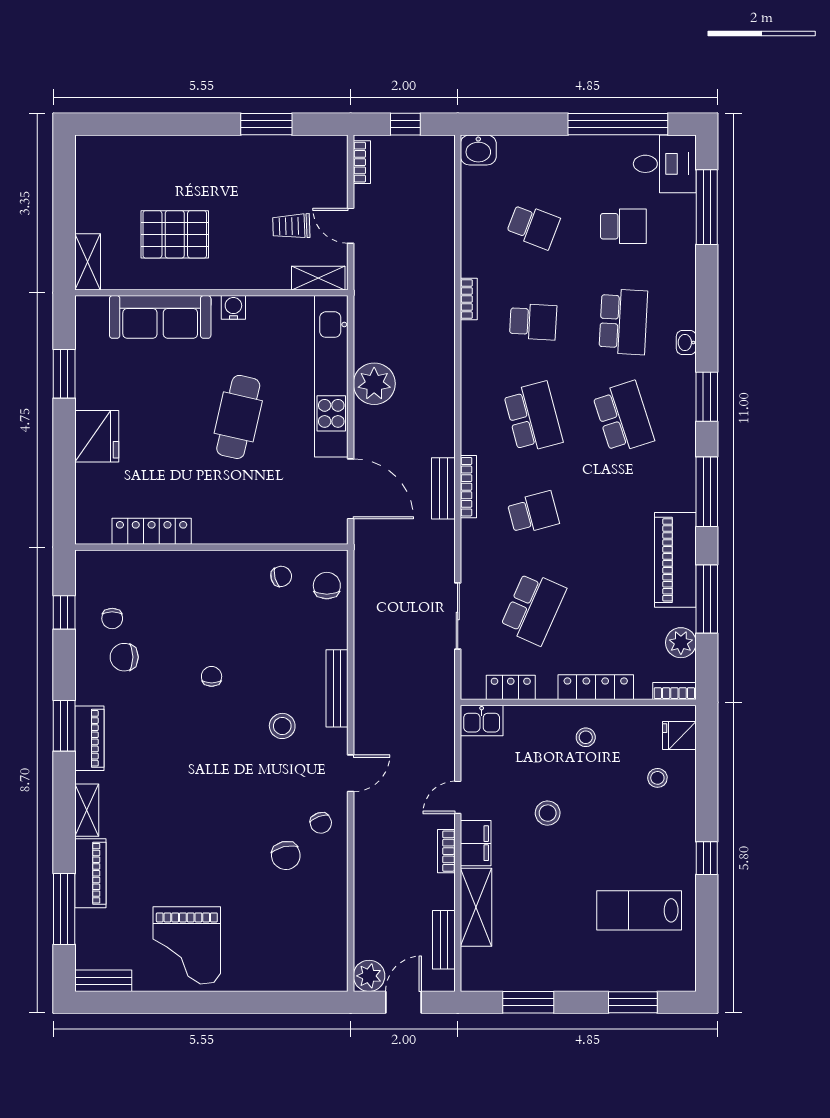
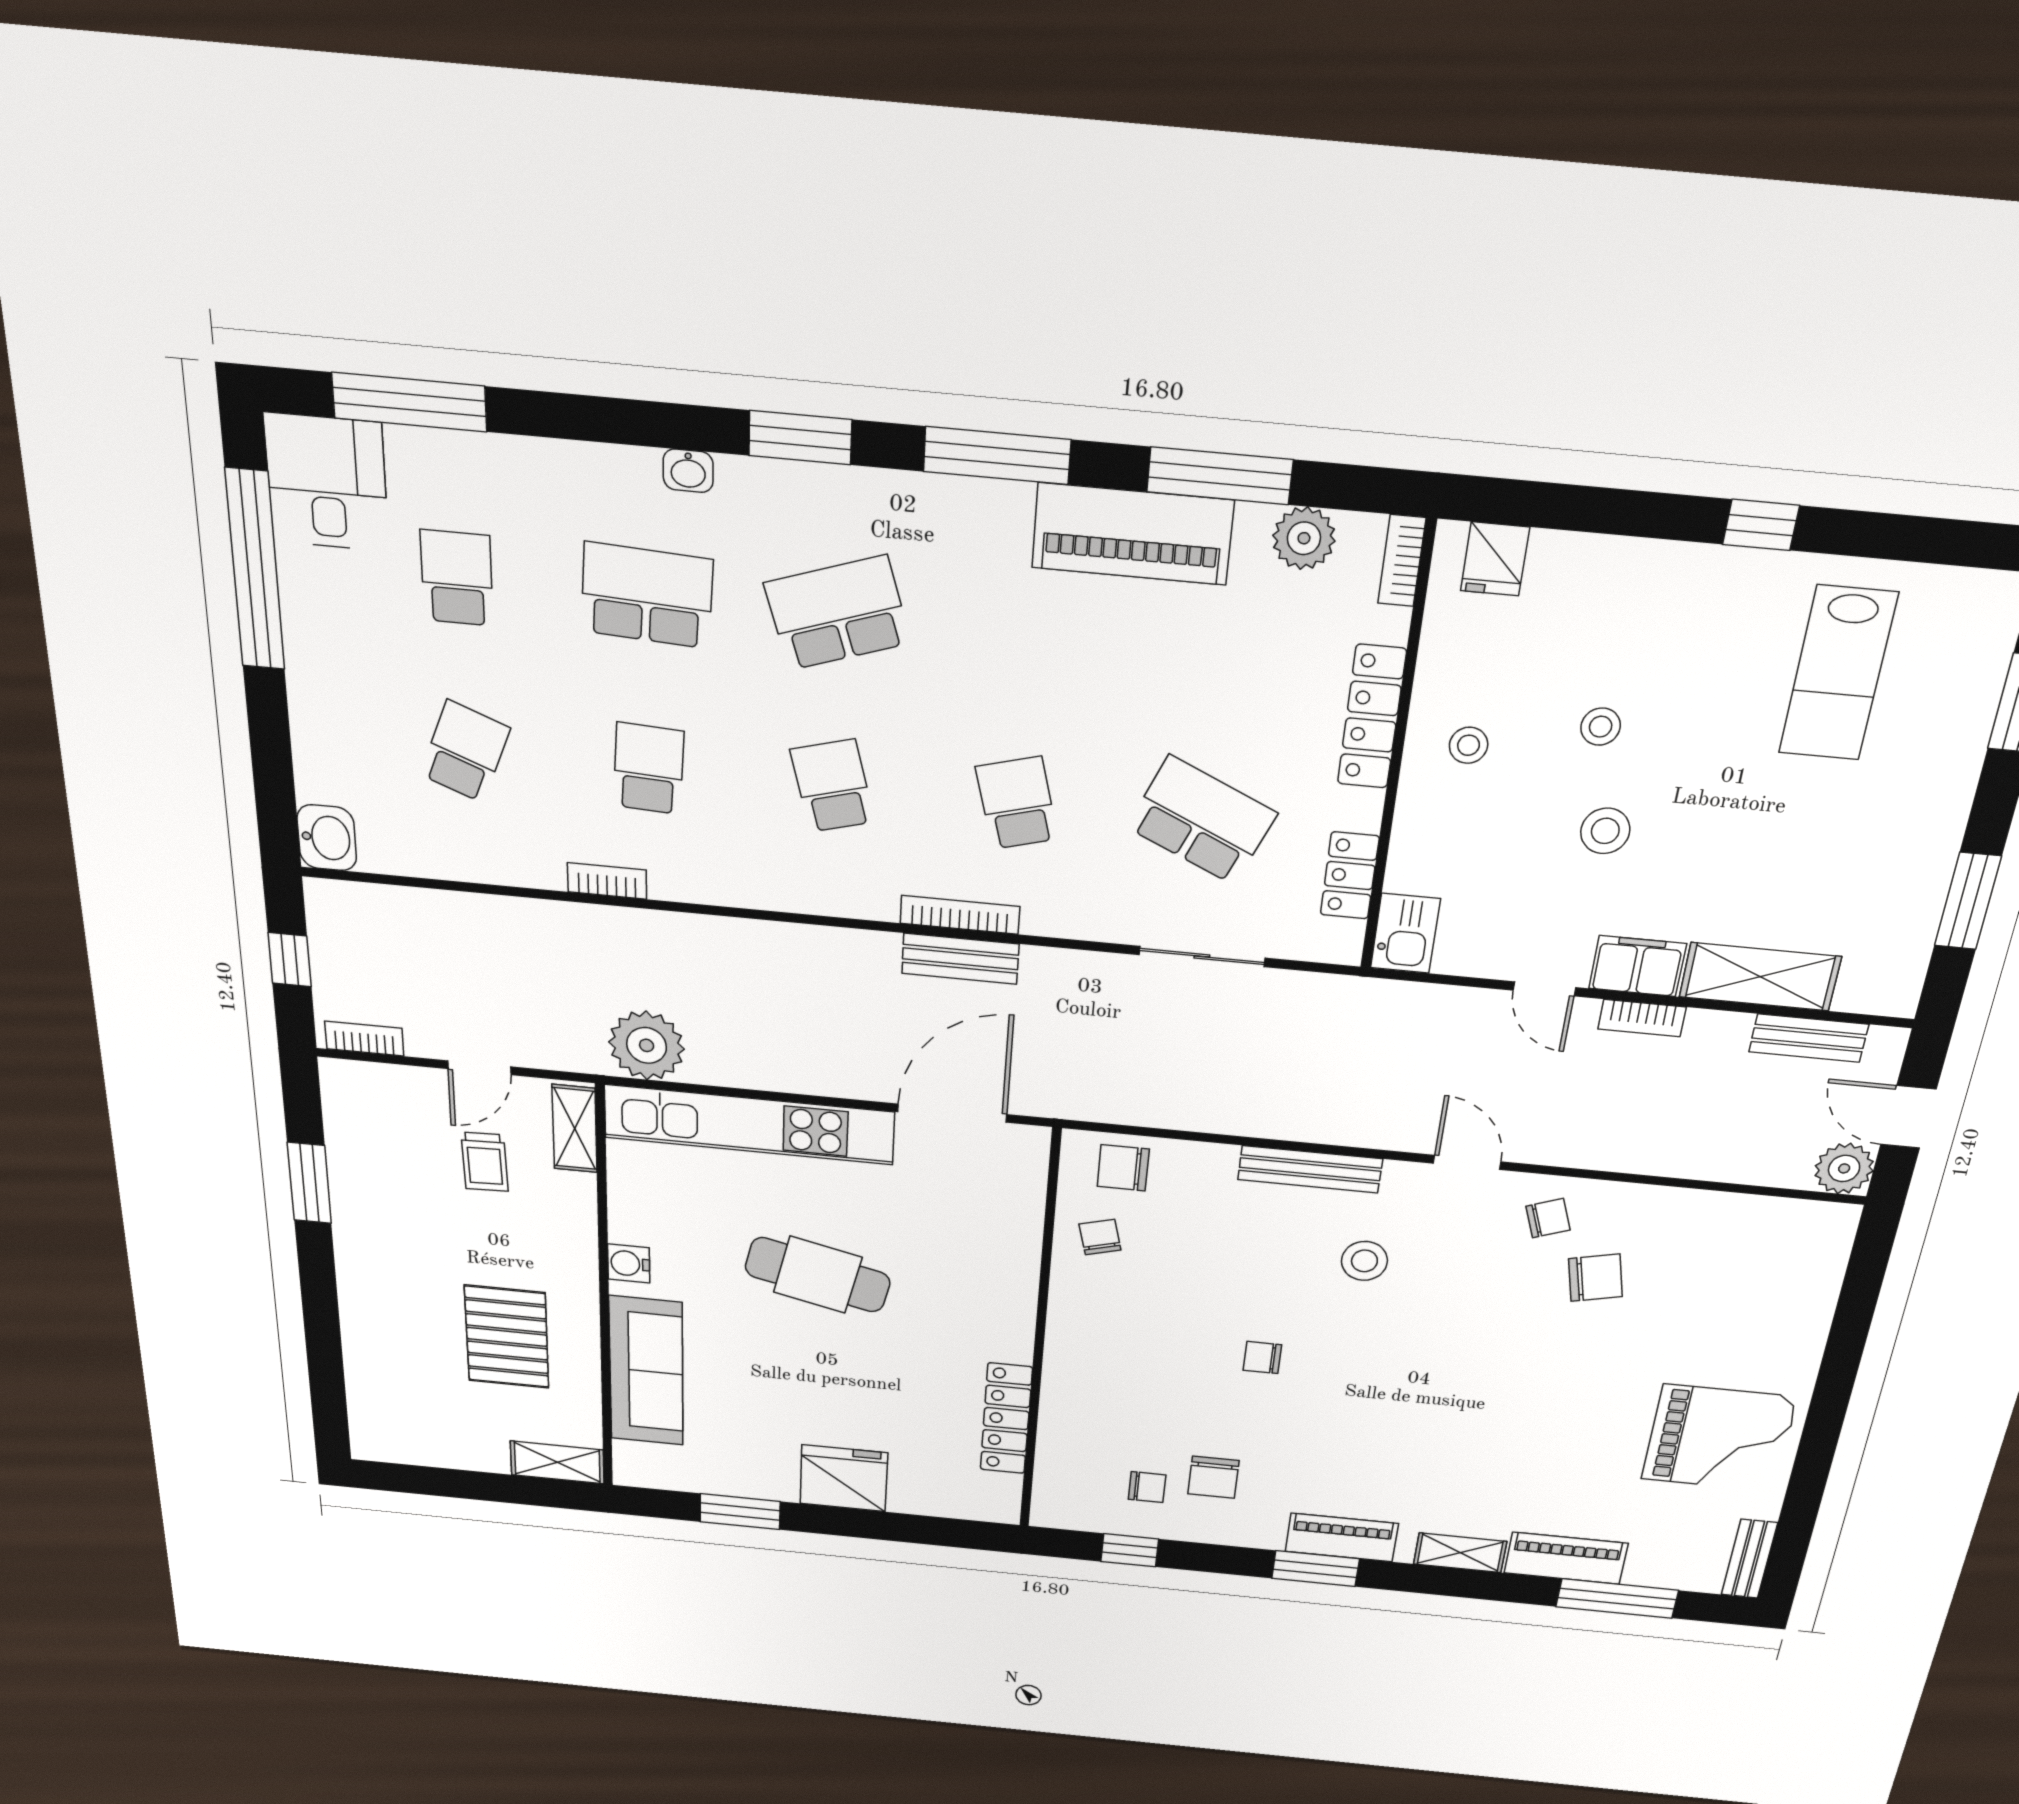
plant: (374, 384) -> (647, 1045), moved
school desk: (533, 417) -> (833, 786), width x0.54
stool: (657, 778) -> (1601, 727), moved

